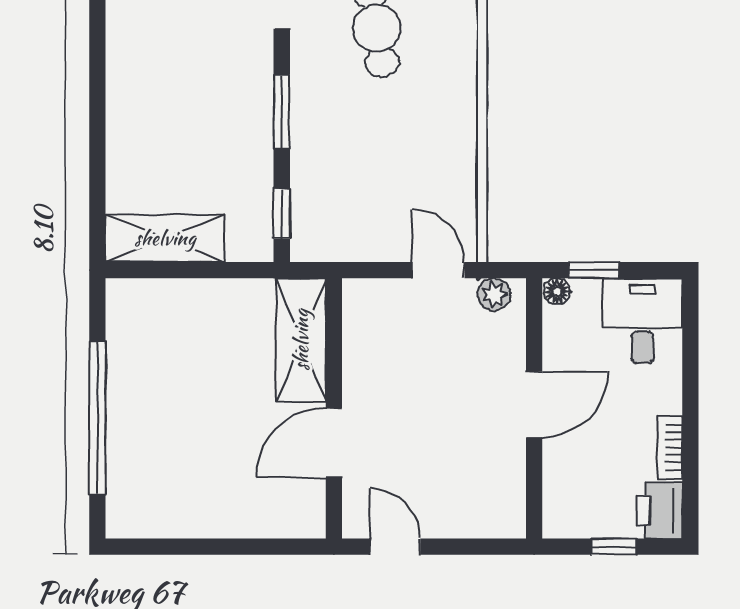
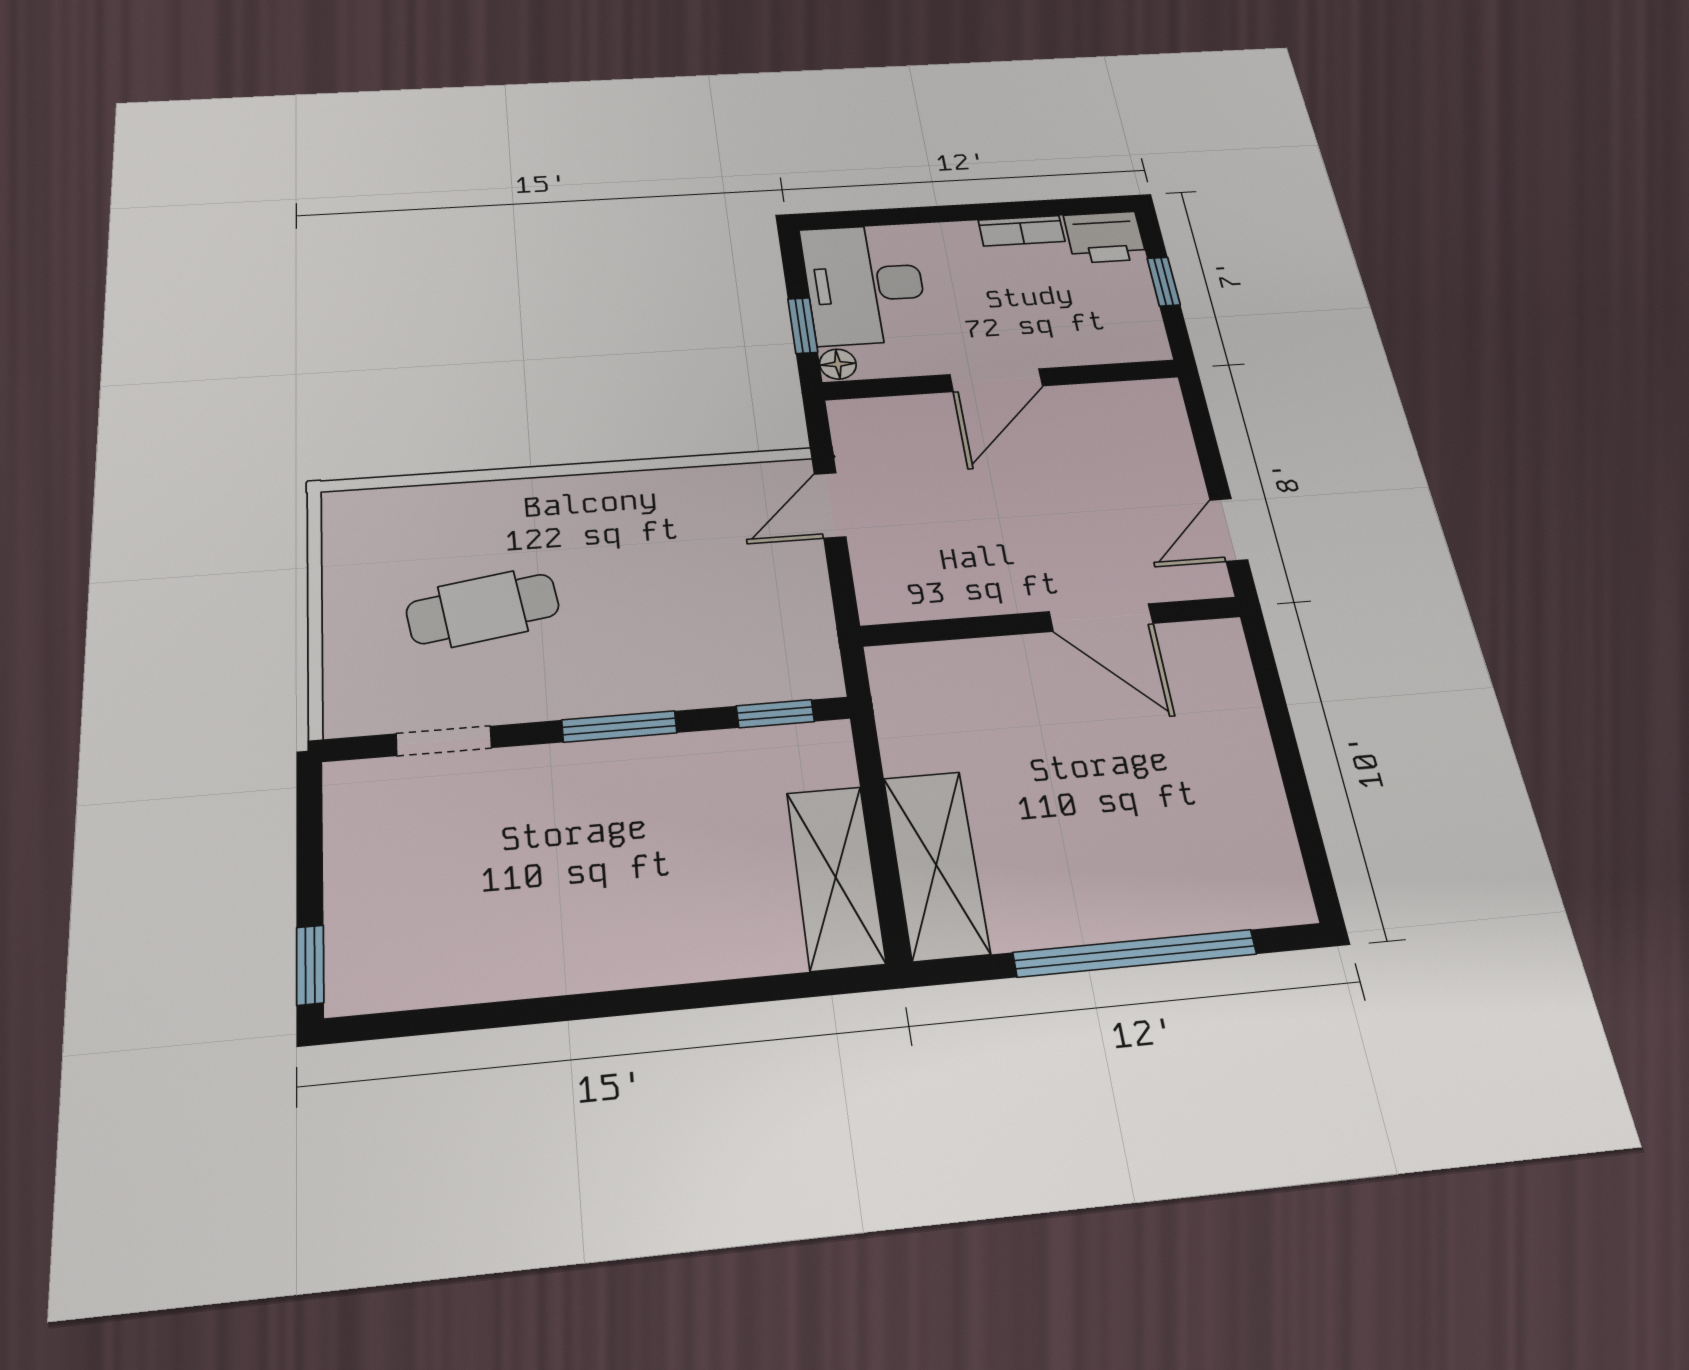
plant: (494, 294) -> (854, 436), removed
desk: (643, 321) -> (865, 284), width x1.37
shelving: (301, 340) -> (936, 865), moved, turned 90
door: (534, 405) -> (996, 380), swing flipped

